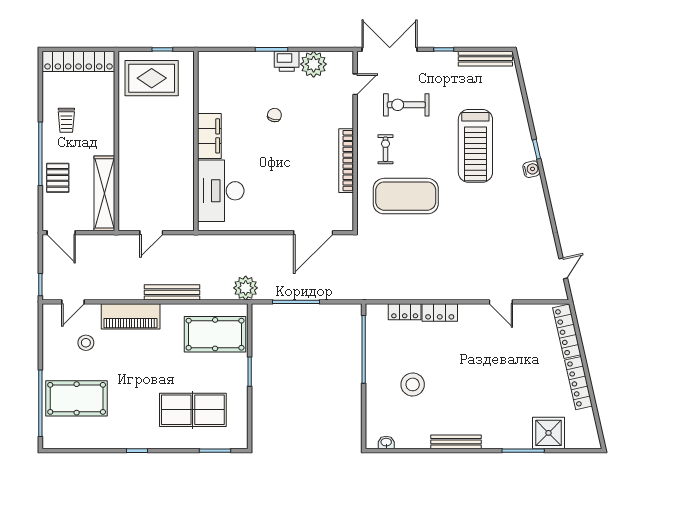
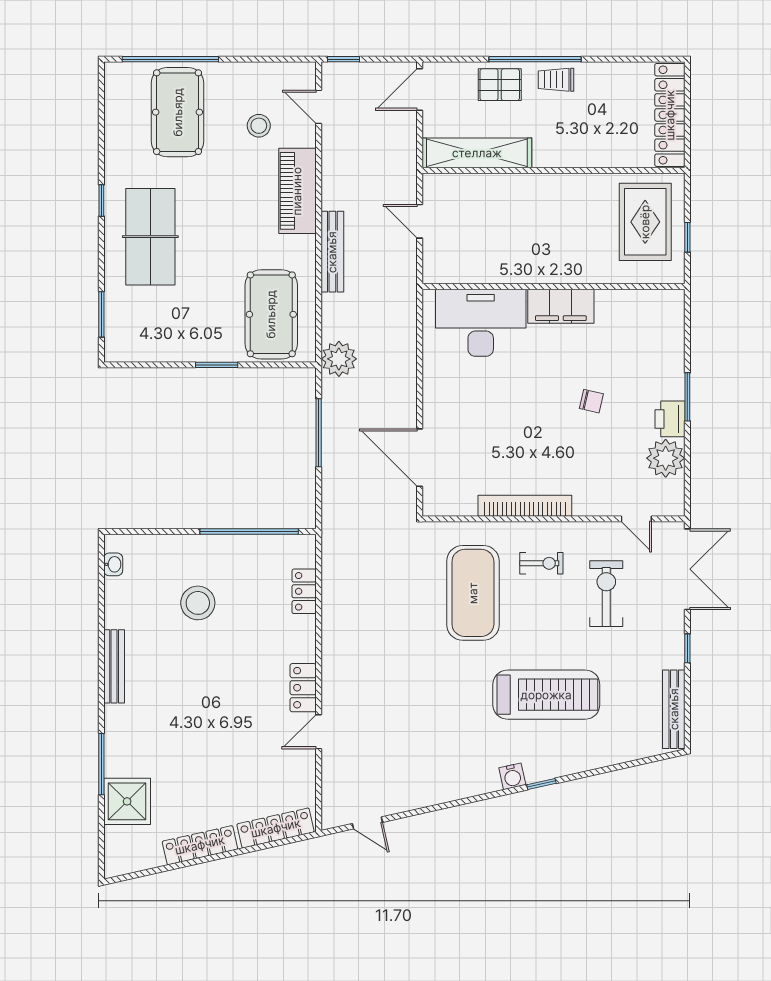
trolley: (66, 120) -> (556, 80), moved
treadmill: (475, 146) -> (546, 695), turned 180
locker: (440, 312) -> (303, 688), moved
table tennis table: (193, 410) -> (150, 237), moved

